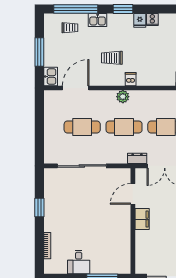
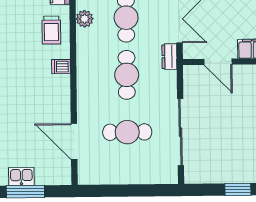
trolley: (112, 58) -> (51, 30), moved
kitchen sink: (51, 77) -> (21, 176), moved
plant: (123, 97) -> (85, 19), moved
cafe table: (82, 127) -> (127, 132), turned 90

